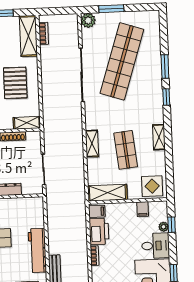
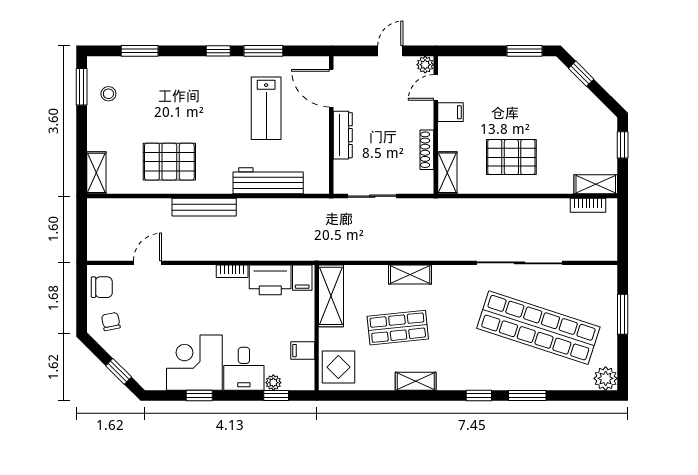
plant: (88, 20) -> (606, 378), moved
shelving: (28, 36) -> (596, 184), width x0.67, depth x0.75
workbench: (37, 250) -> (268, 181), moved

